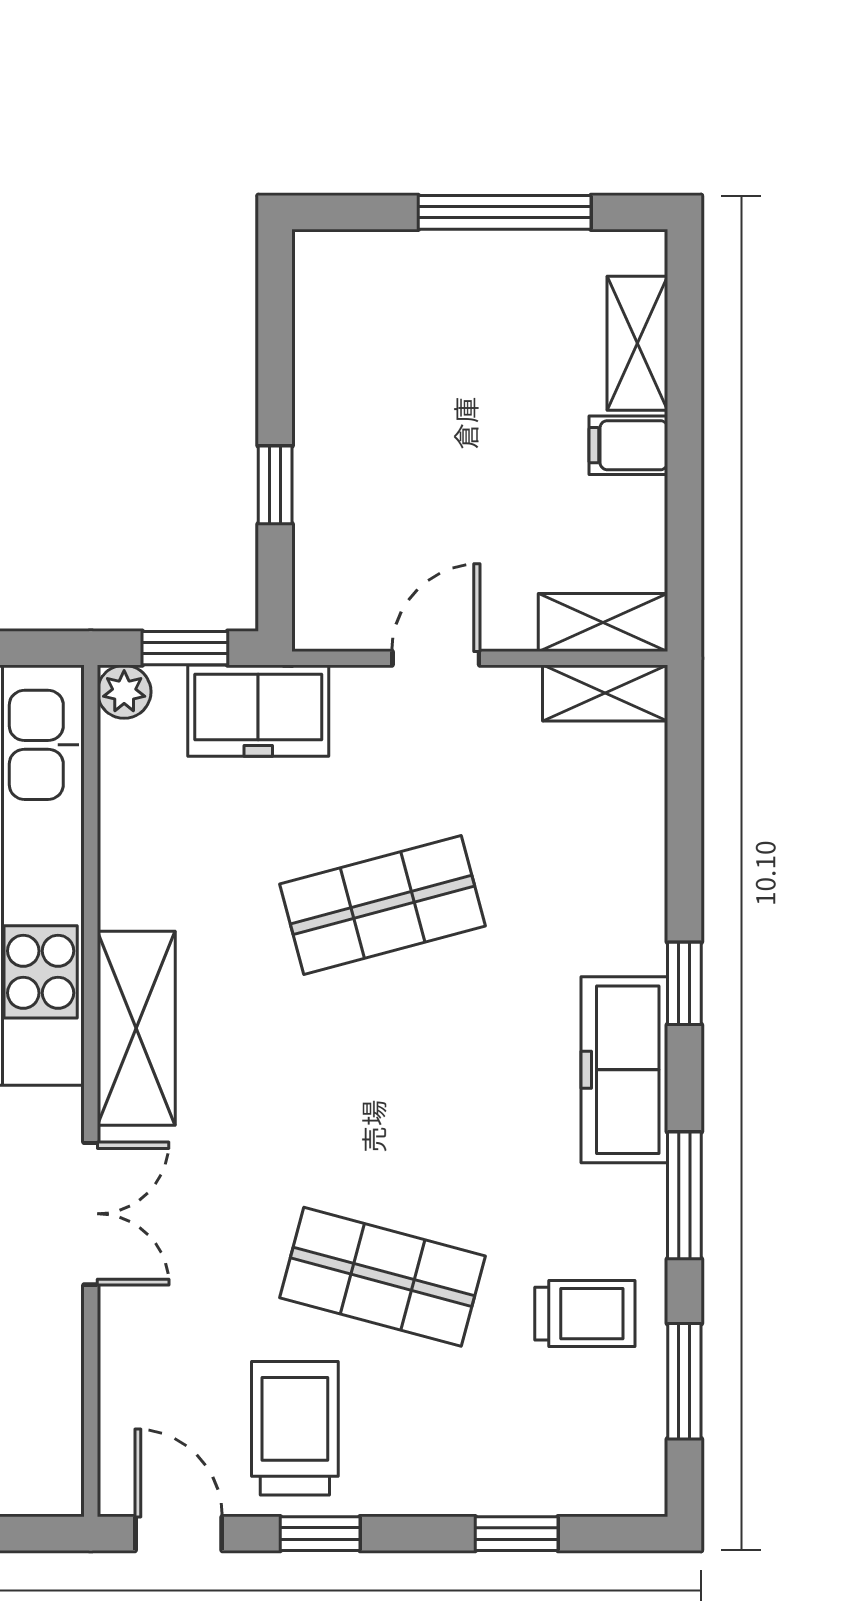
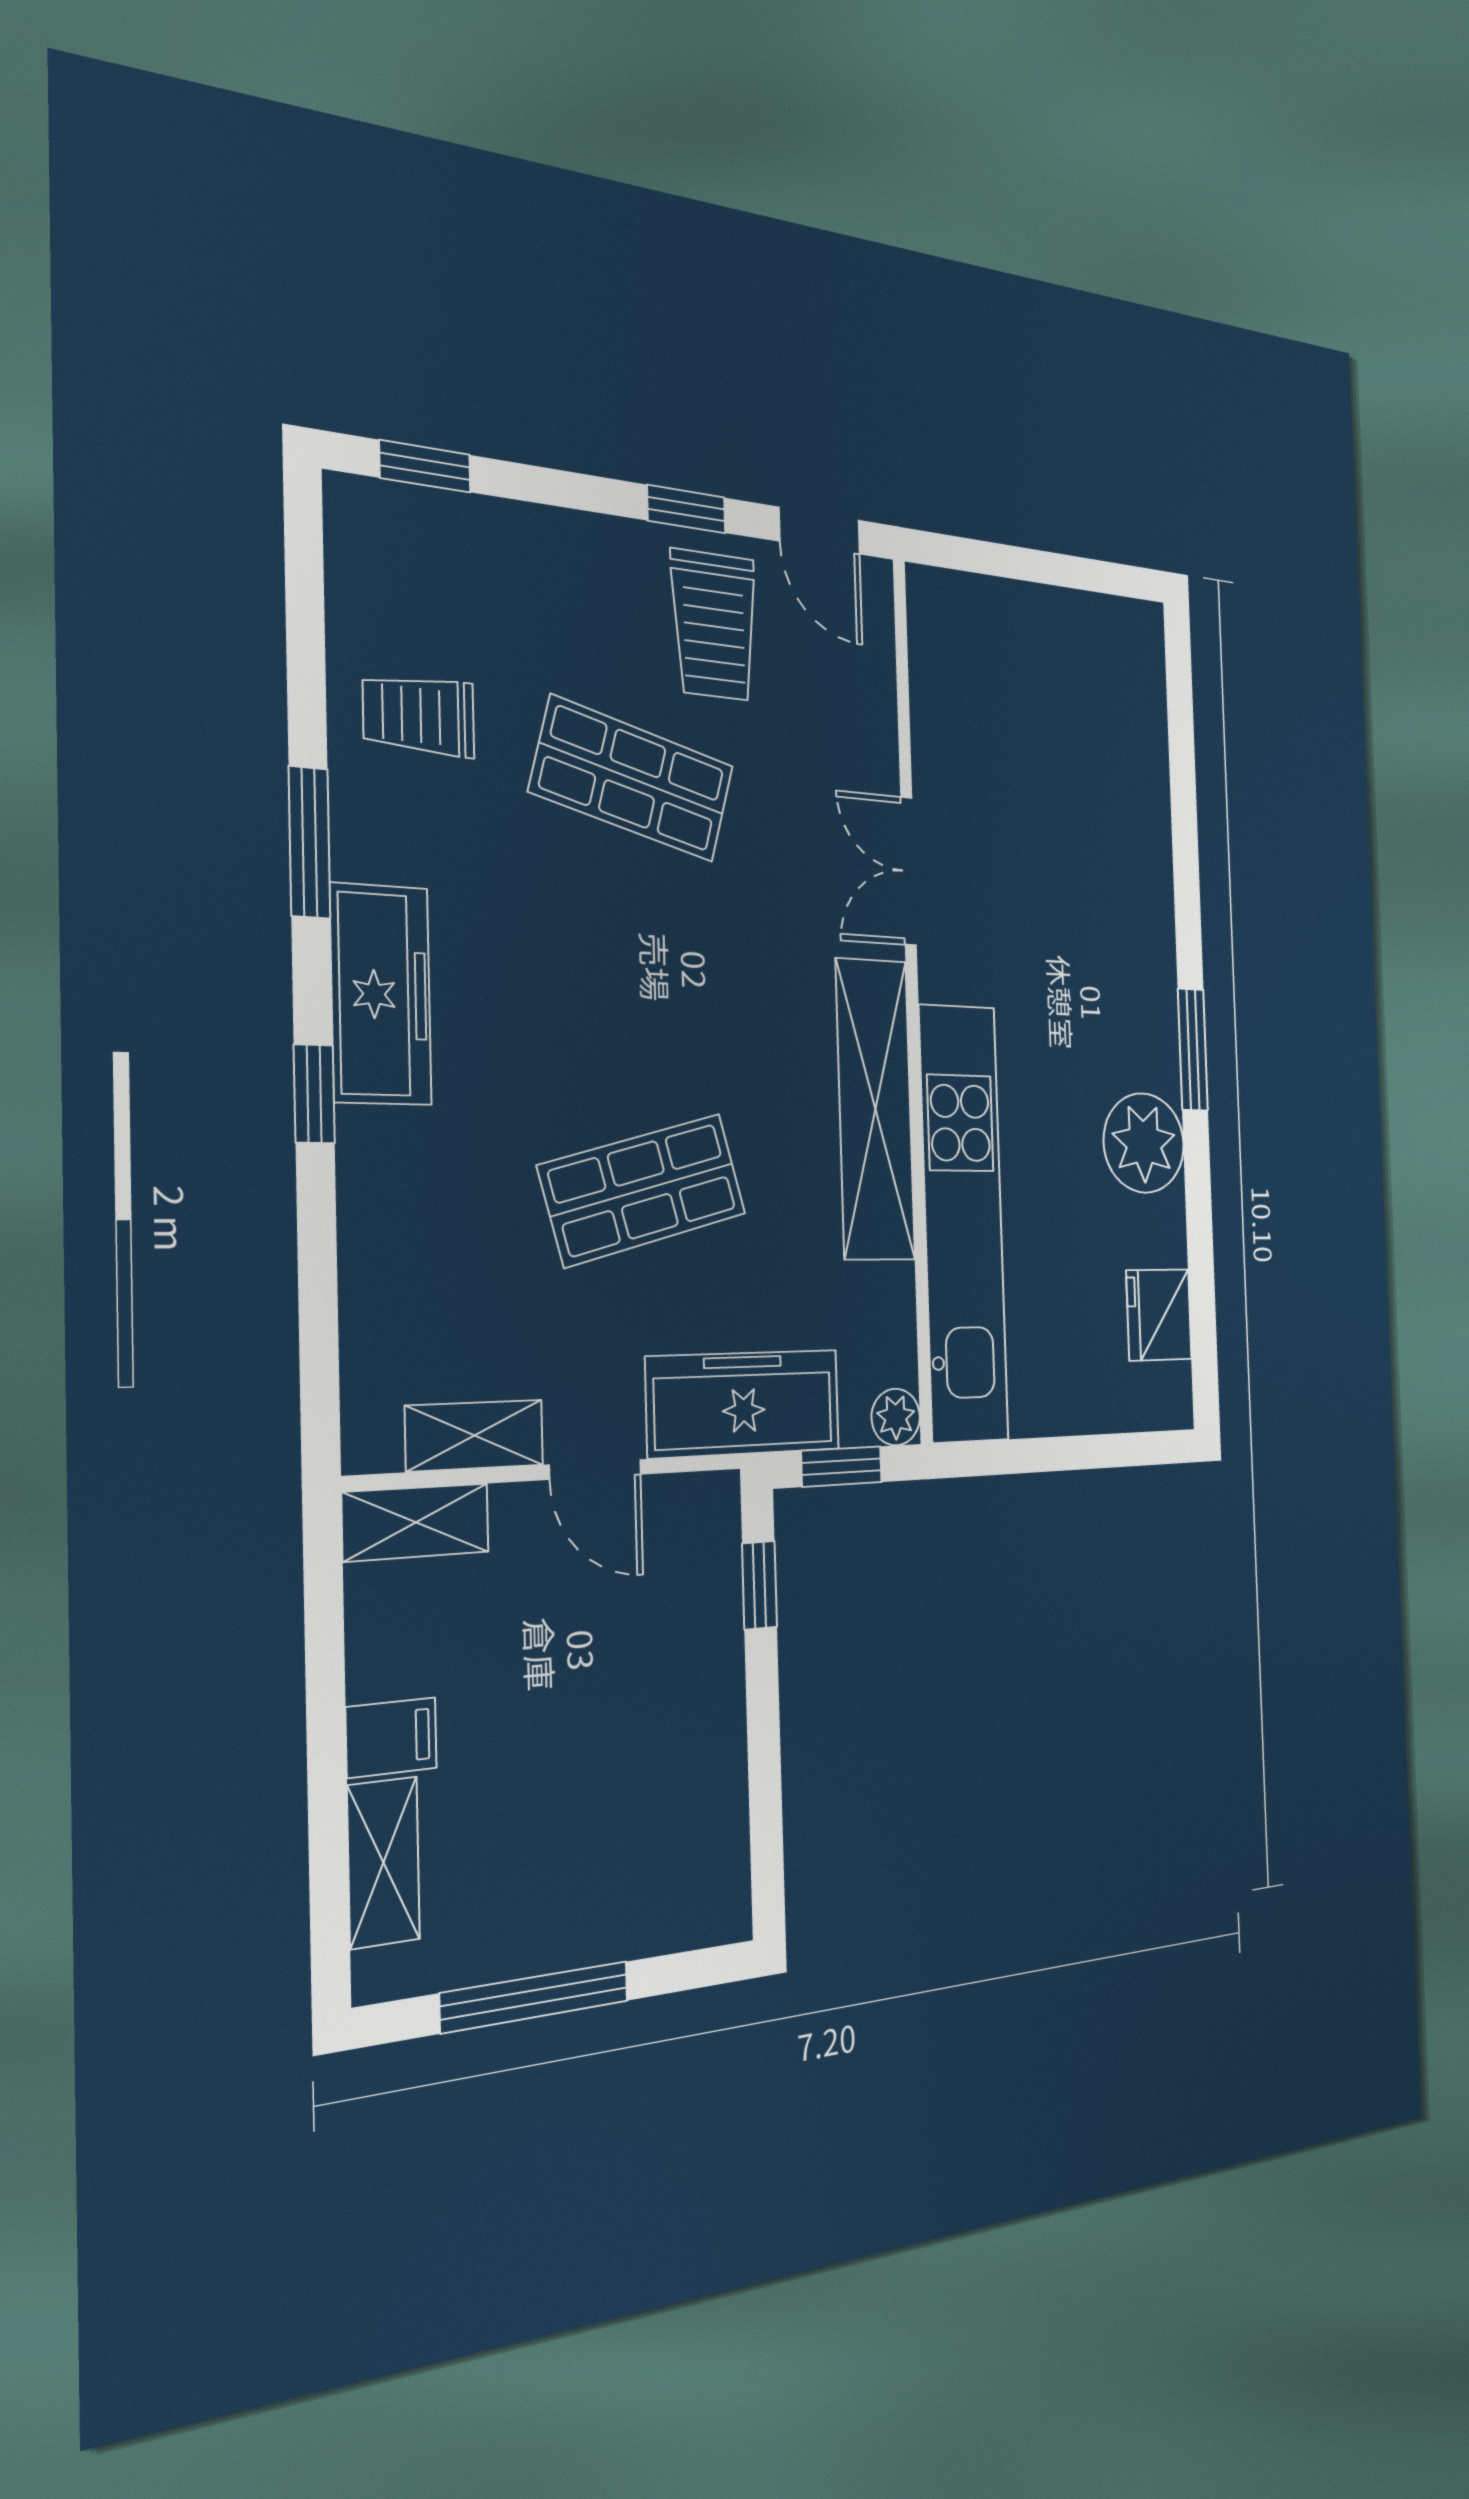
window: (275, 485) -> (760, 1585), moved
door: (436, 658) -> (595, 1470), hinge flipped
shelving: (605, 693) -> (475, 1436), moved
freezer: (258, 711) -> (744, 1403), width x1.40
shelving: (136, 1028) -> (875, 1109), width x1.47
window: (684, 1381) -> (305, 624), removed
window: (517, 1534) -> (425, 466), moved

